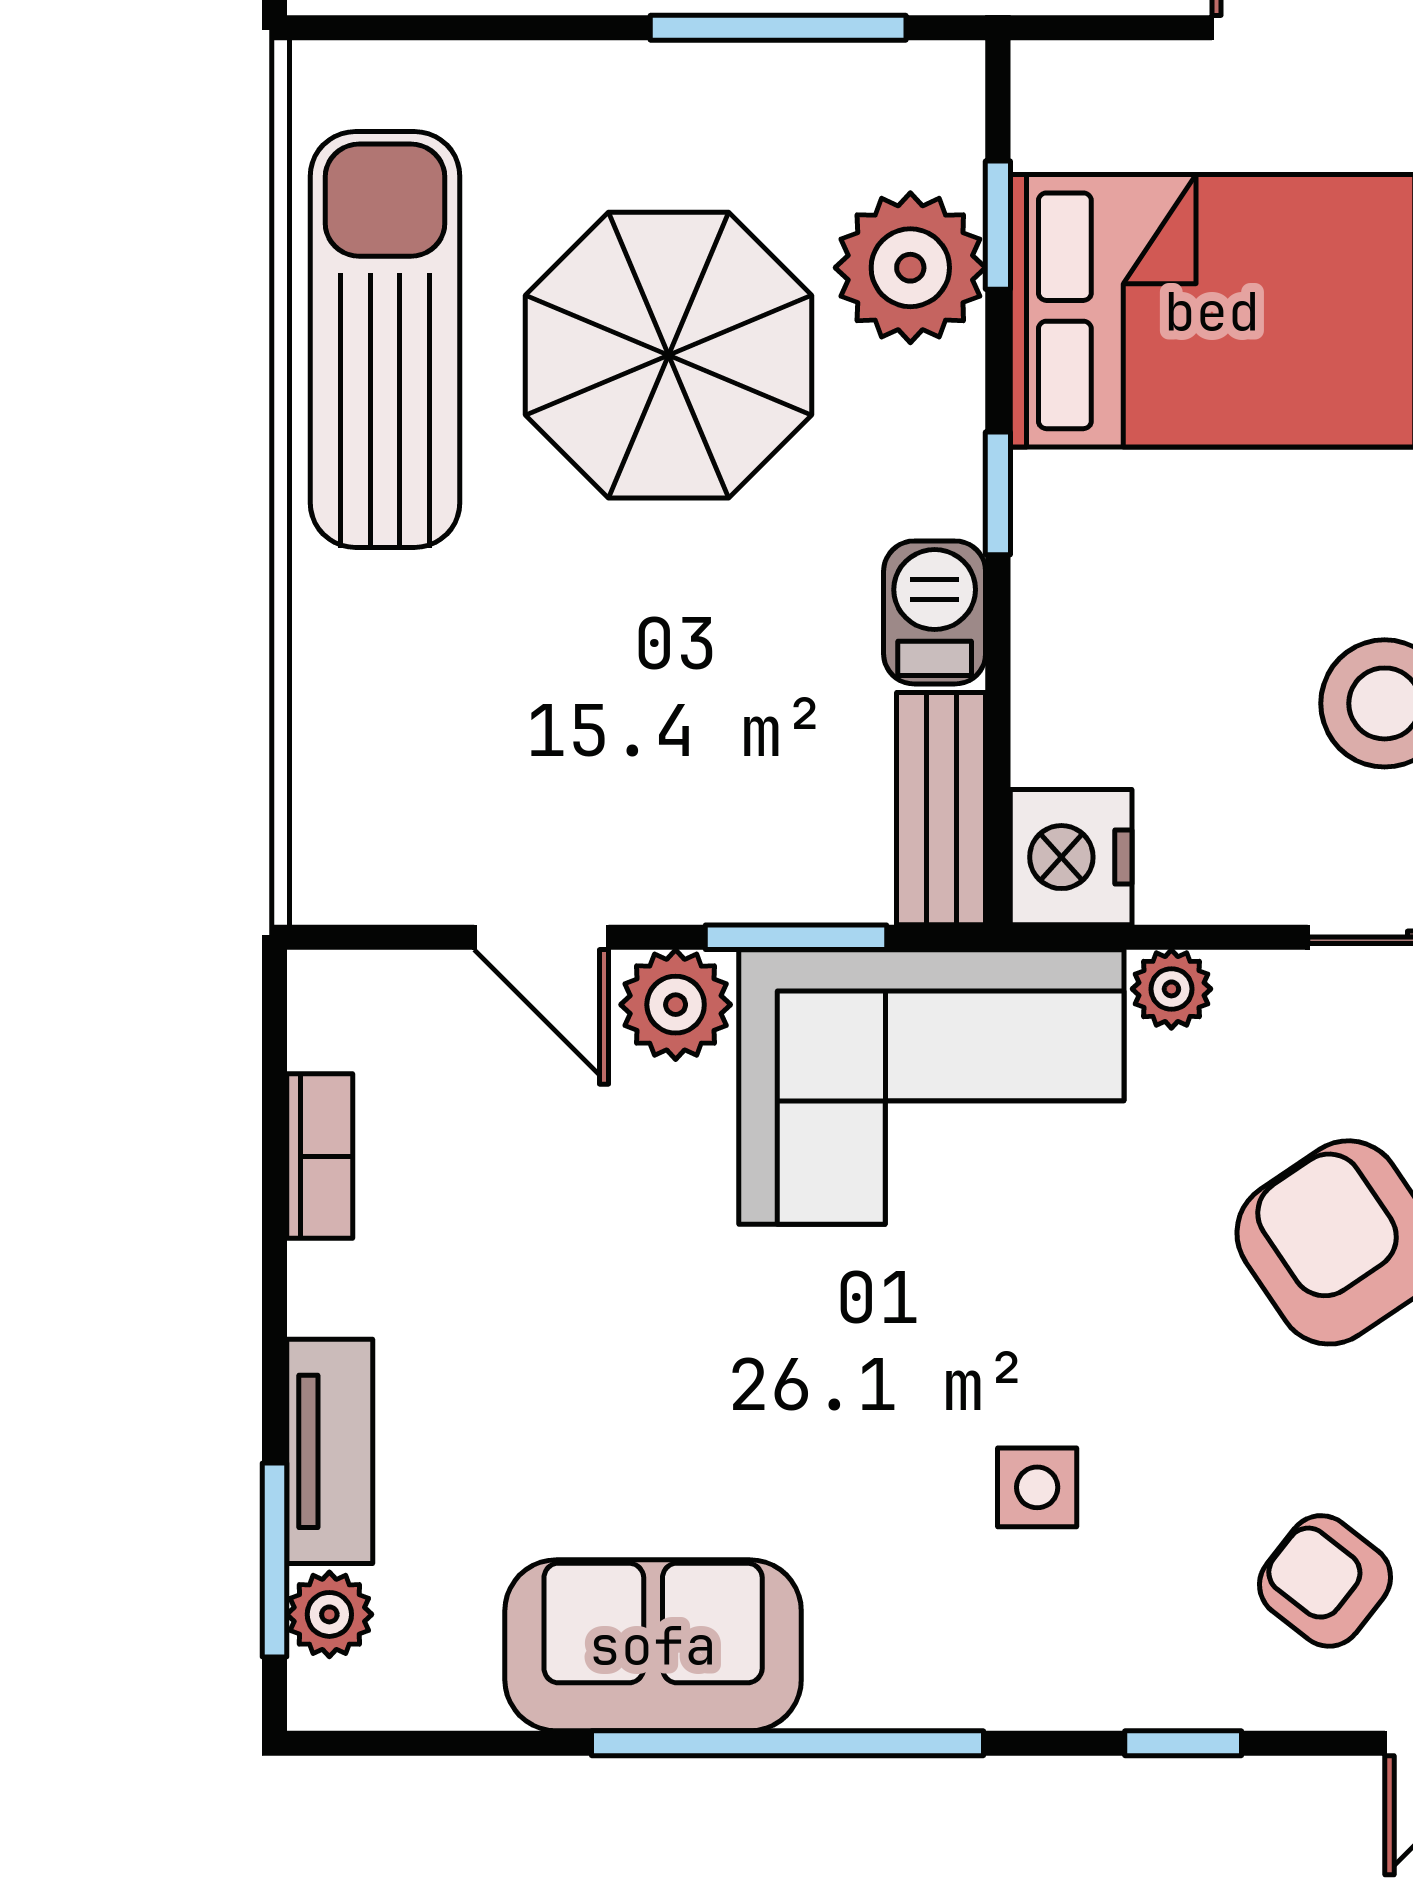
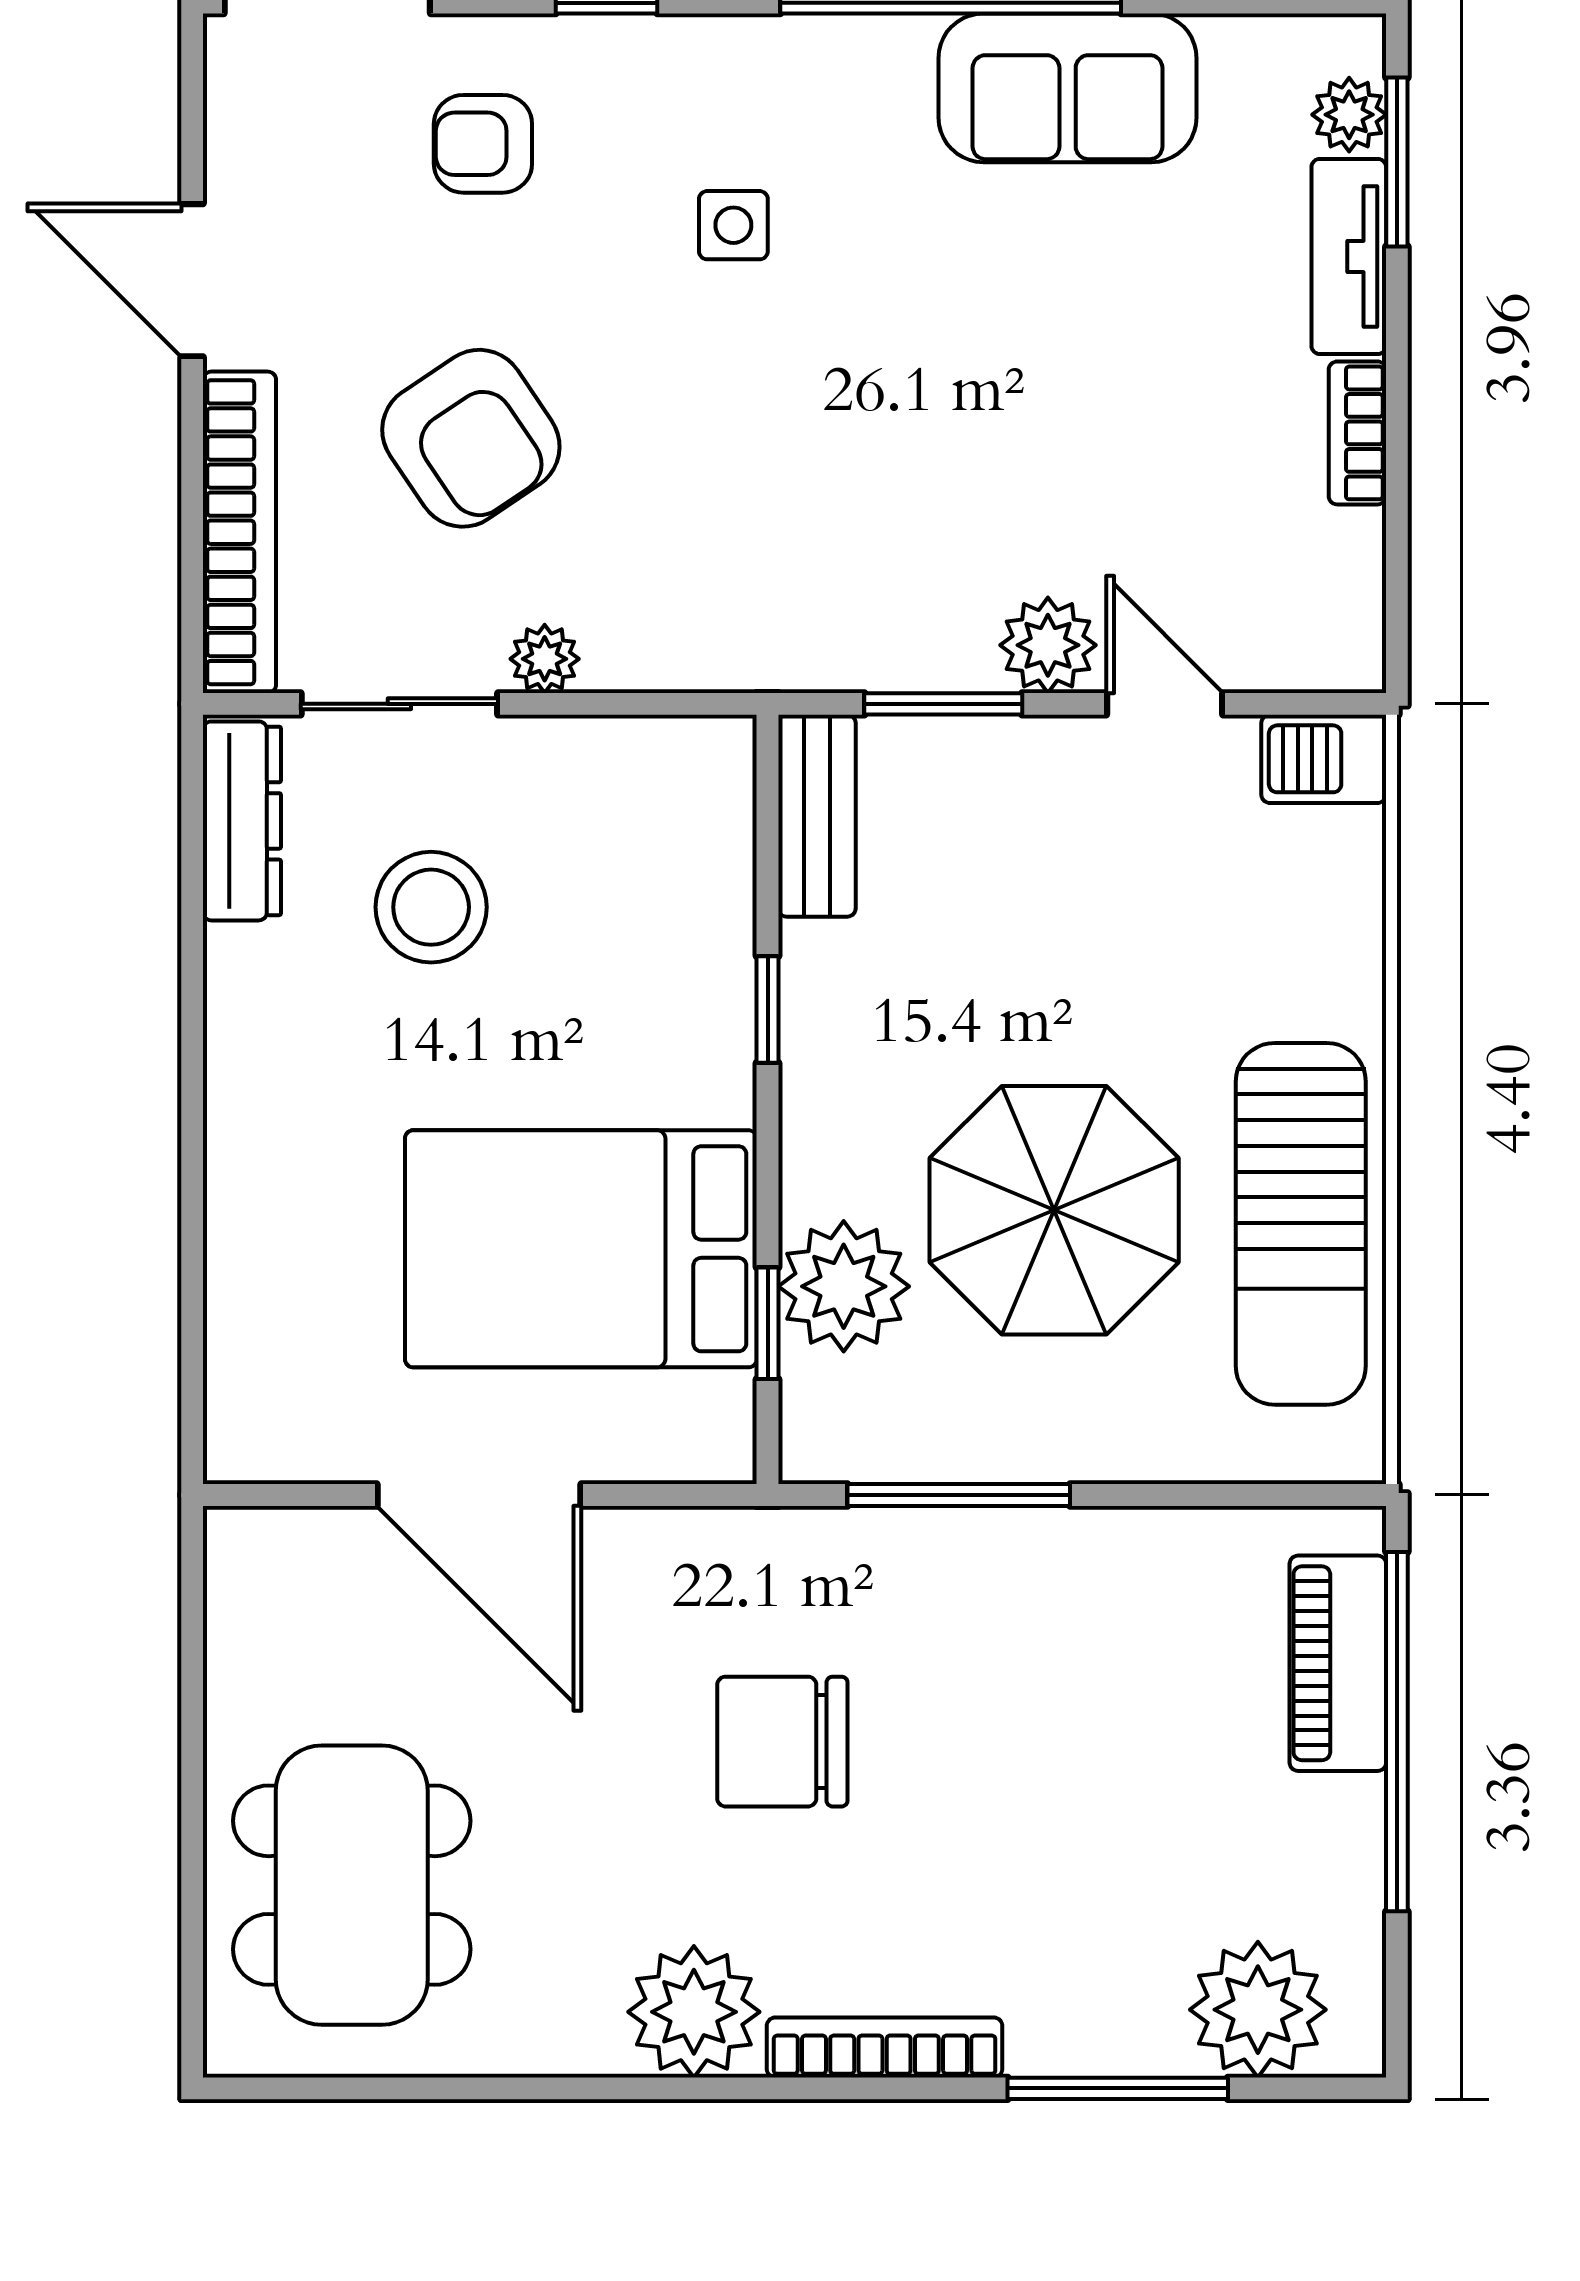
window: (998, 493) -> (768, 1009), moved
barbecue: (935, 612) -> (1324, 759), moved, turned 90
nightstand: (1071, 857) -> (704, 774), removed
plant: (1171, 989) -> (545, 659), moved
corner sofa: (931, 1087) -> (825, 573), removed
bookcase: (320, 1156) -> (1357, 433), moved
armchair: (1325, 1581) -> (483, 144), turned 142

